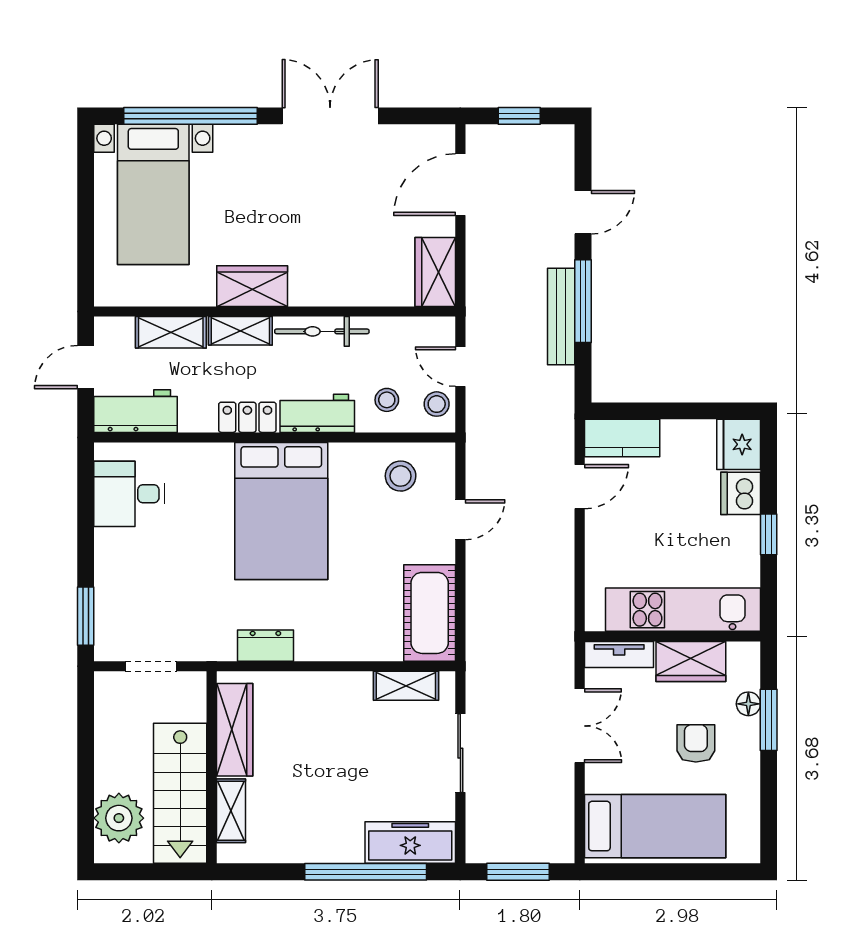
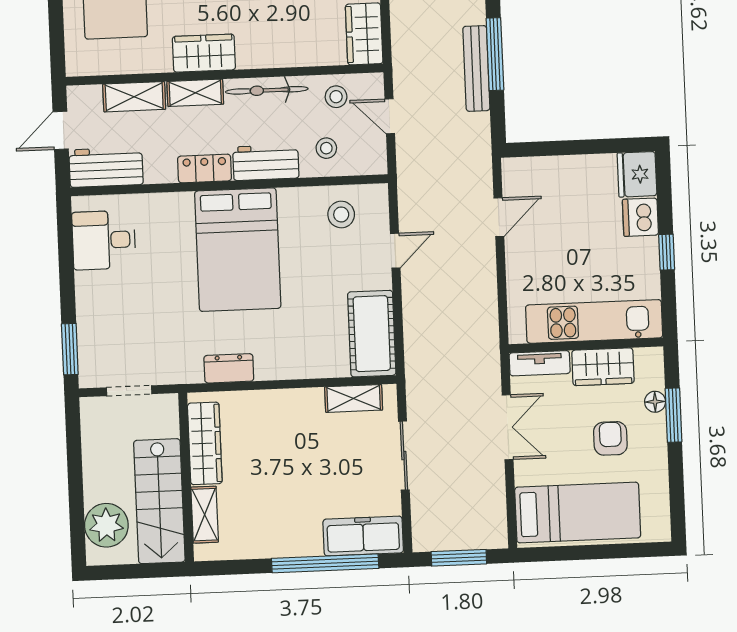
stool: (437, 404) -> (336, 97), moved
kitchen counter: (622, 438) -> (534, 173), removed

